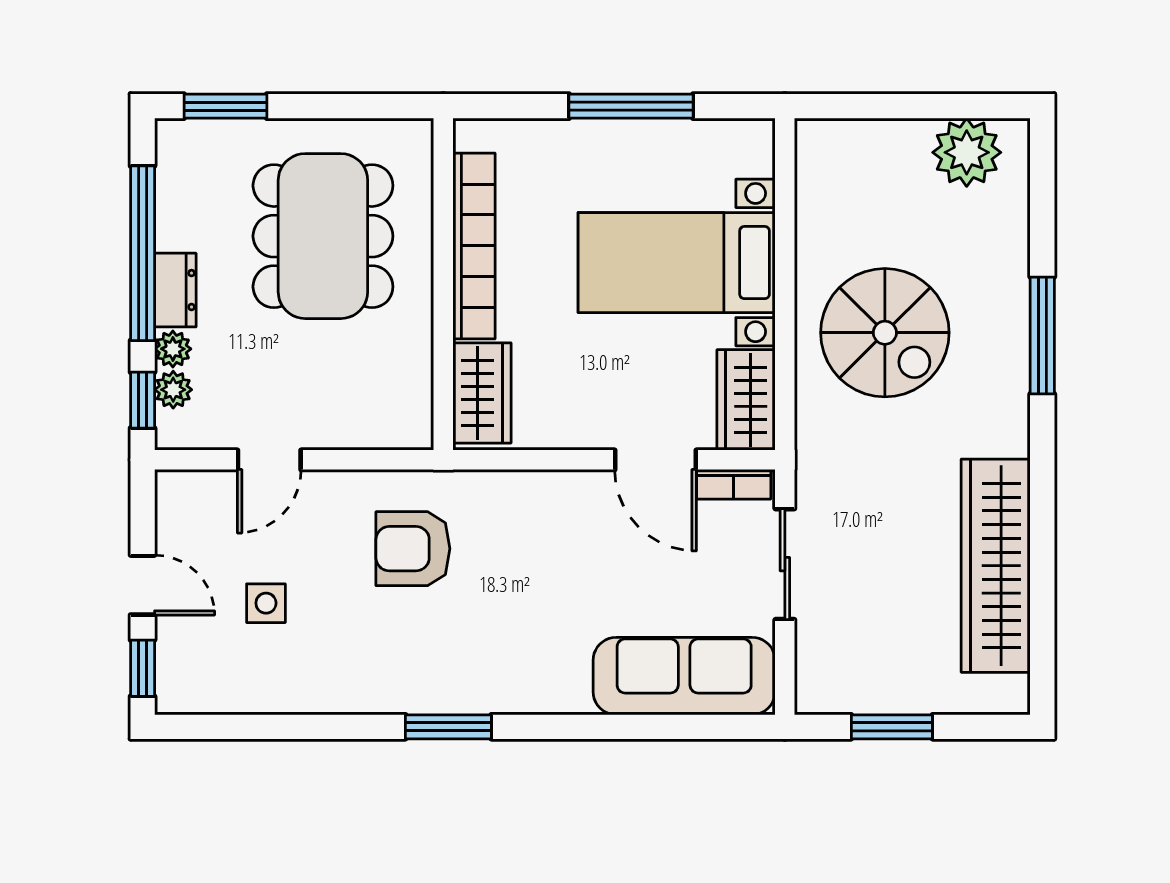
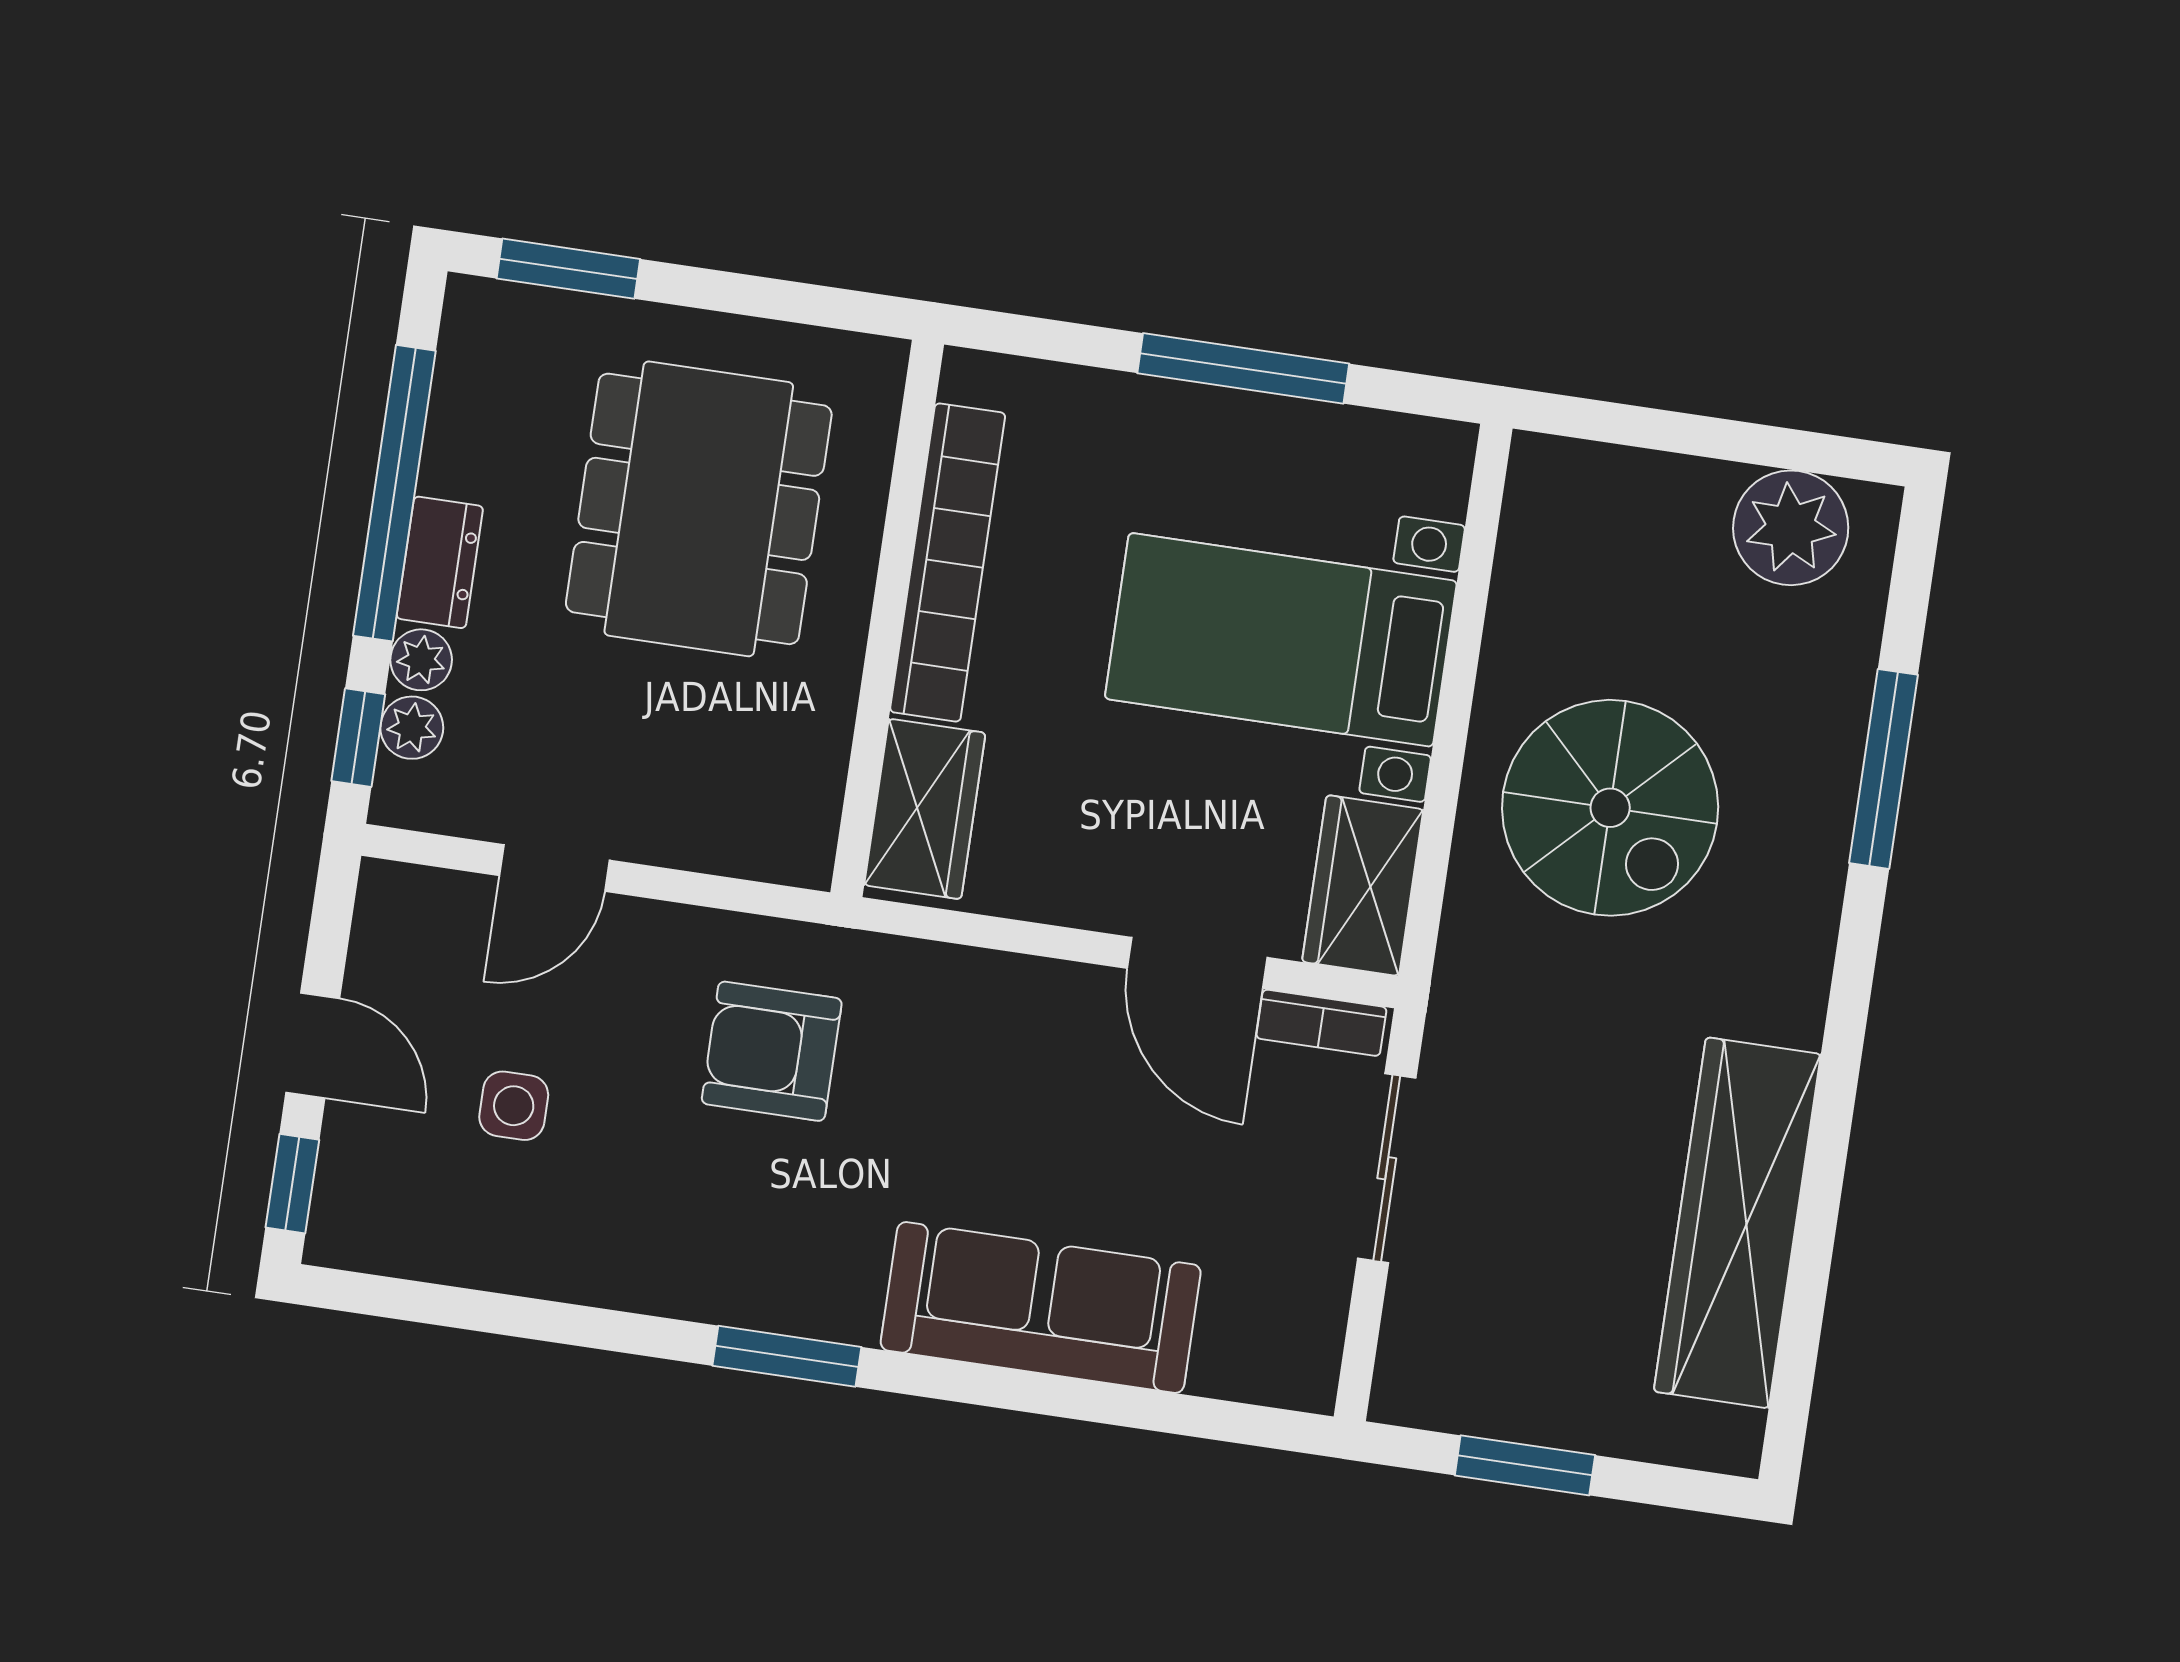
window: (1042, 335) -> (1883, 769), moved
sofa: (684, 676) -> (1041, 1308), moved

